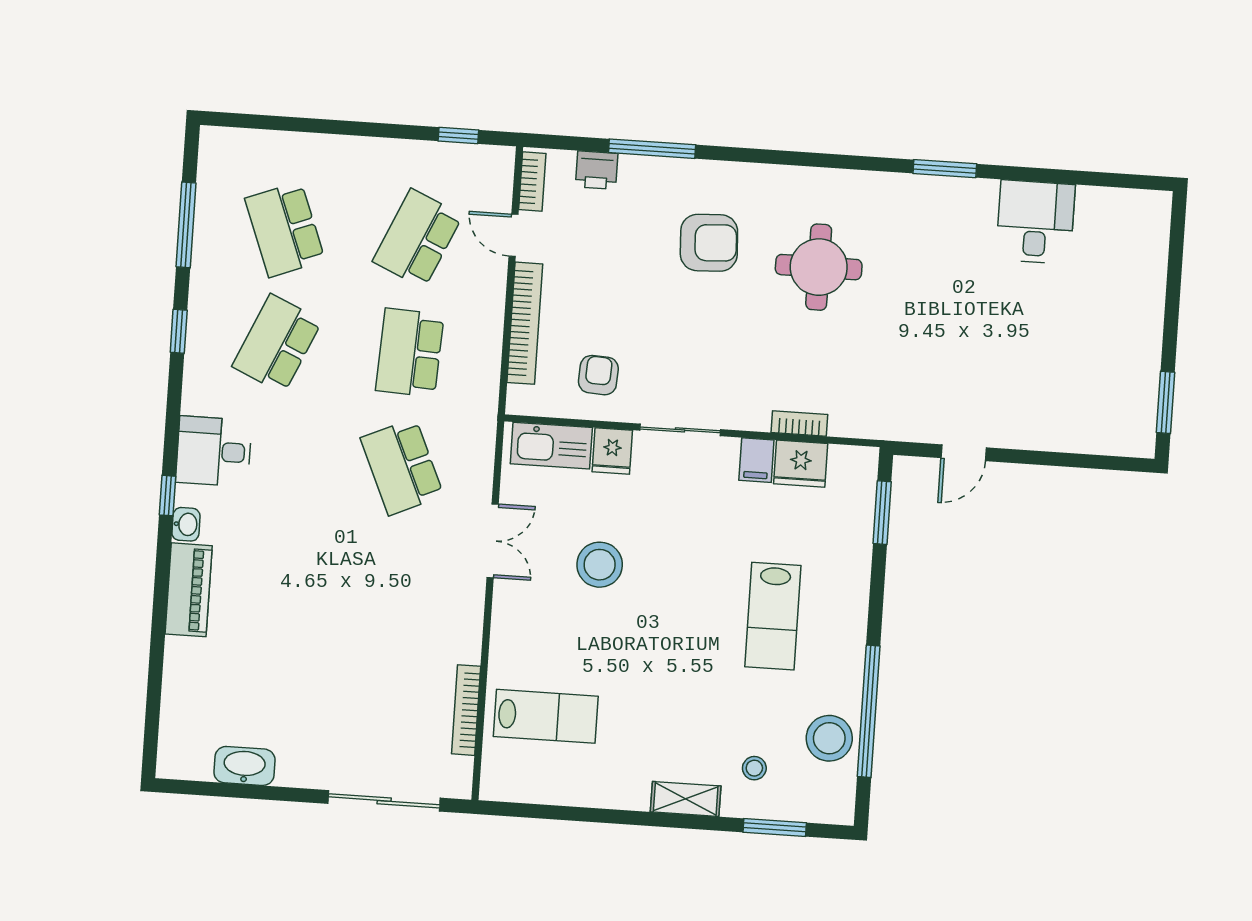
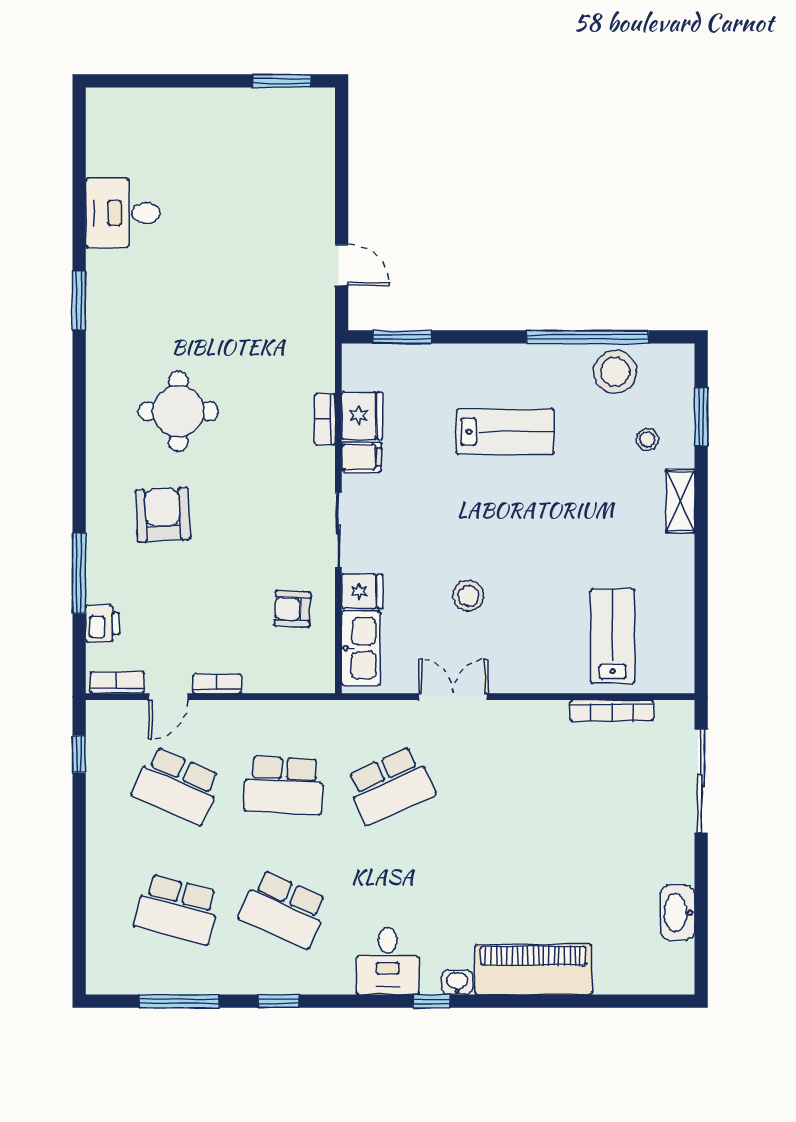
school desk: (285, 229) -> (177, 909), turned 36
bookcase: (525, 323) -> (217, 684), width x0.43, depth x0.76
stool: (600, 565) -> (468, 596), width x0.73, depth x0.73
piano: (189, 590) -> (533, 969), width x1.37, depth x1.33

